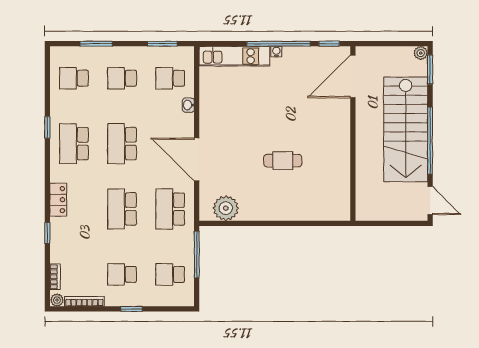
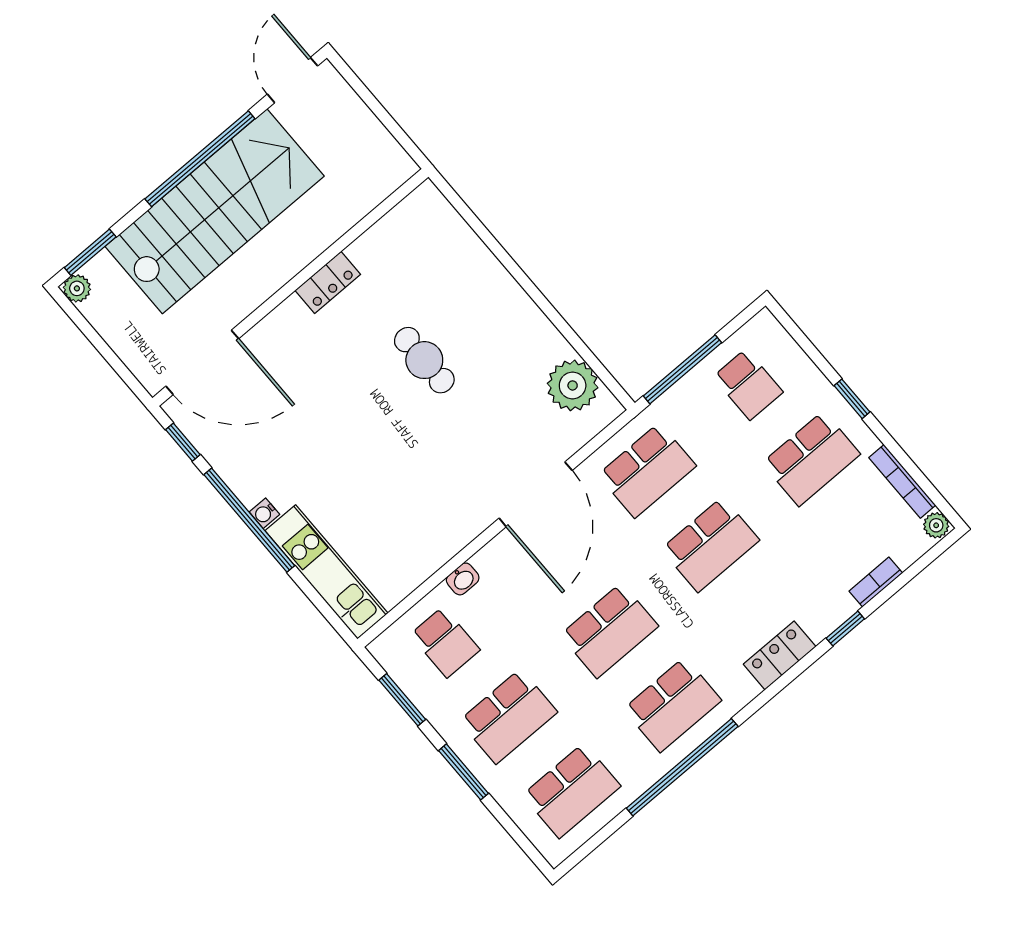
window: (96, 44) -> (464, 772), moved
school desk: (74, 78) -> (571, 791), width x1.85
school desk: (122, 78) -> (508, 716), width x1.85
window: (47, 127) -> (682, 767), width x3.17
locker: (343, 149) -> (328, 282), added
school desk: (122, 274) -> (811, 459), width x1.85
bookcase: (55, 277) -> (876, 582), moved

